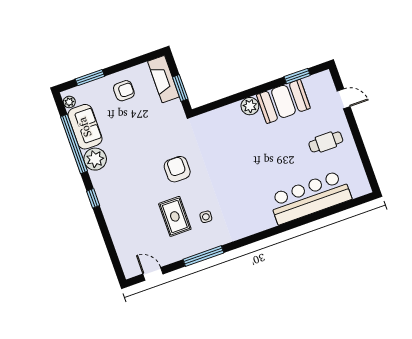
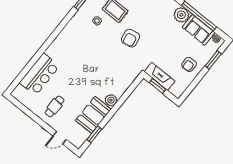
fireplace: (163, 79) -> (159, 76), moved
armchair: (177, 169) -> (131, 38), turned 79
bar counter: (310, 197) -> (40, 74), width x0.73

